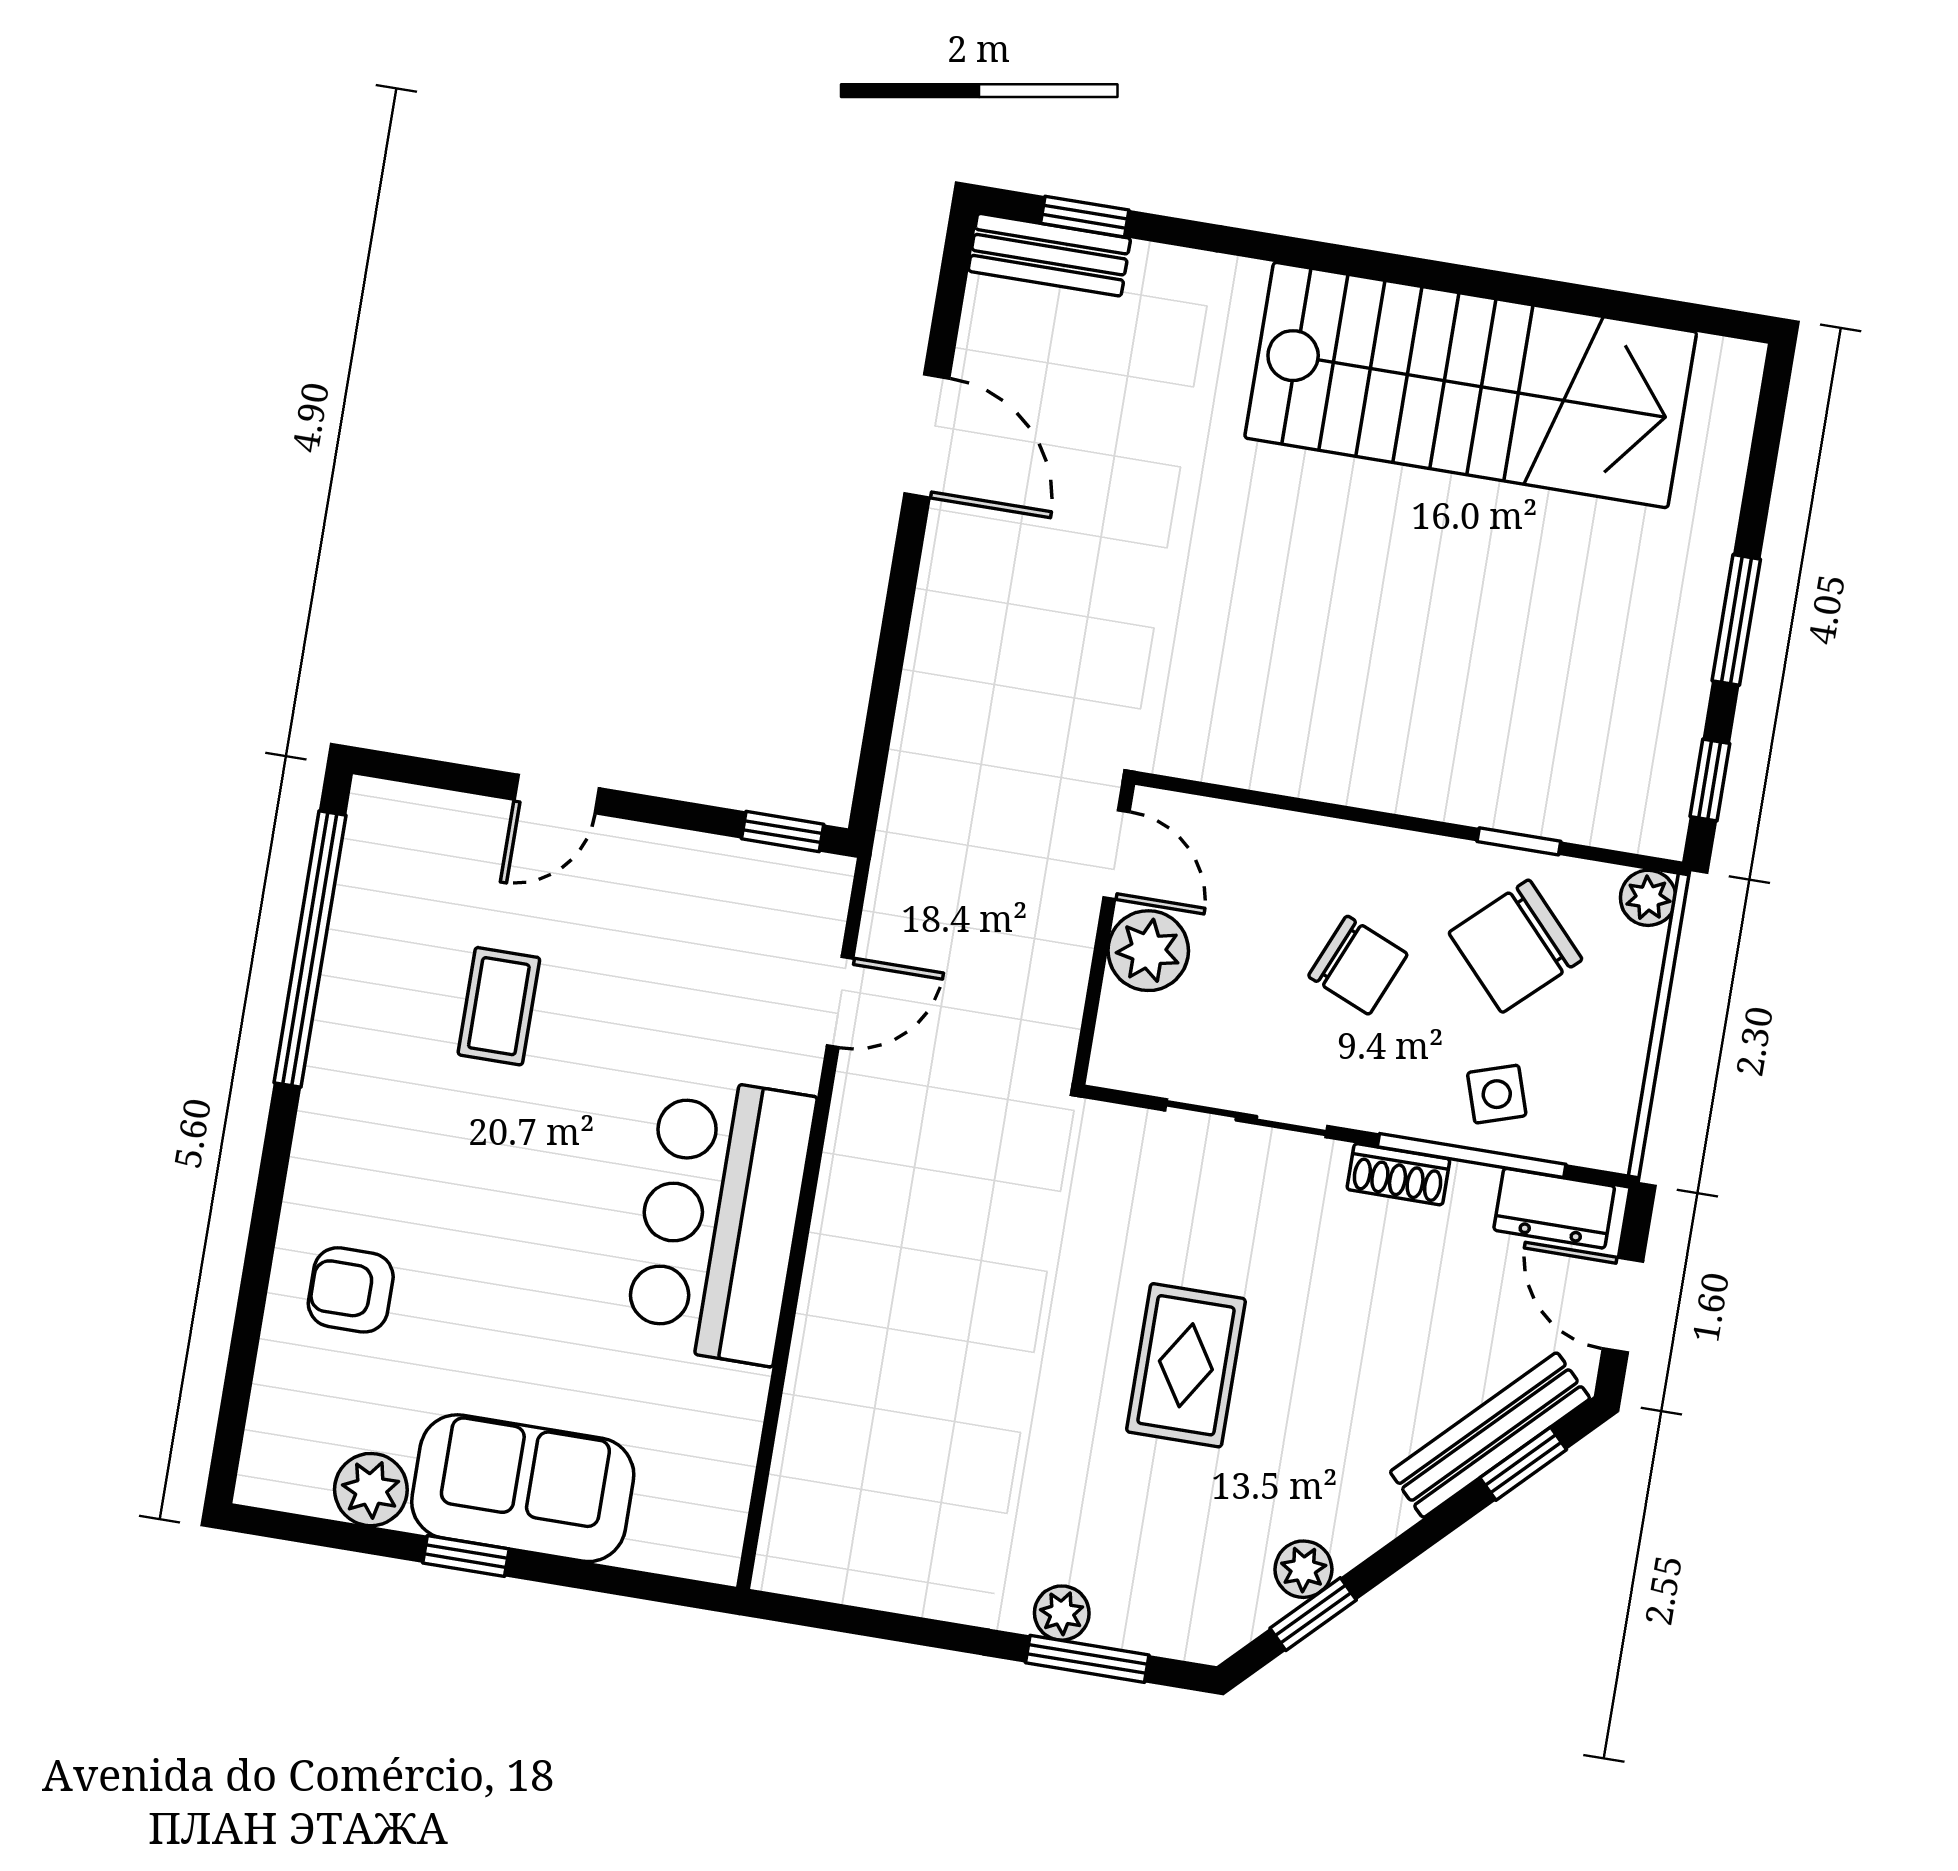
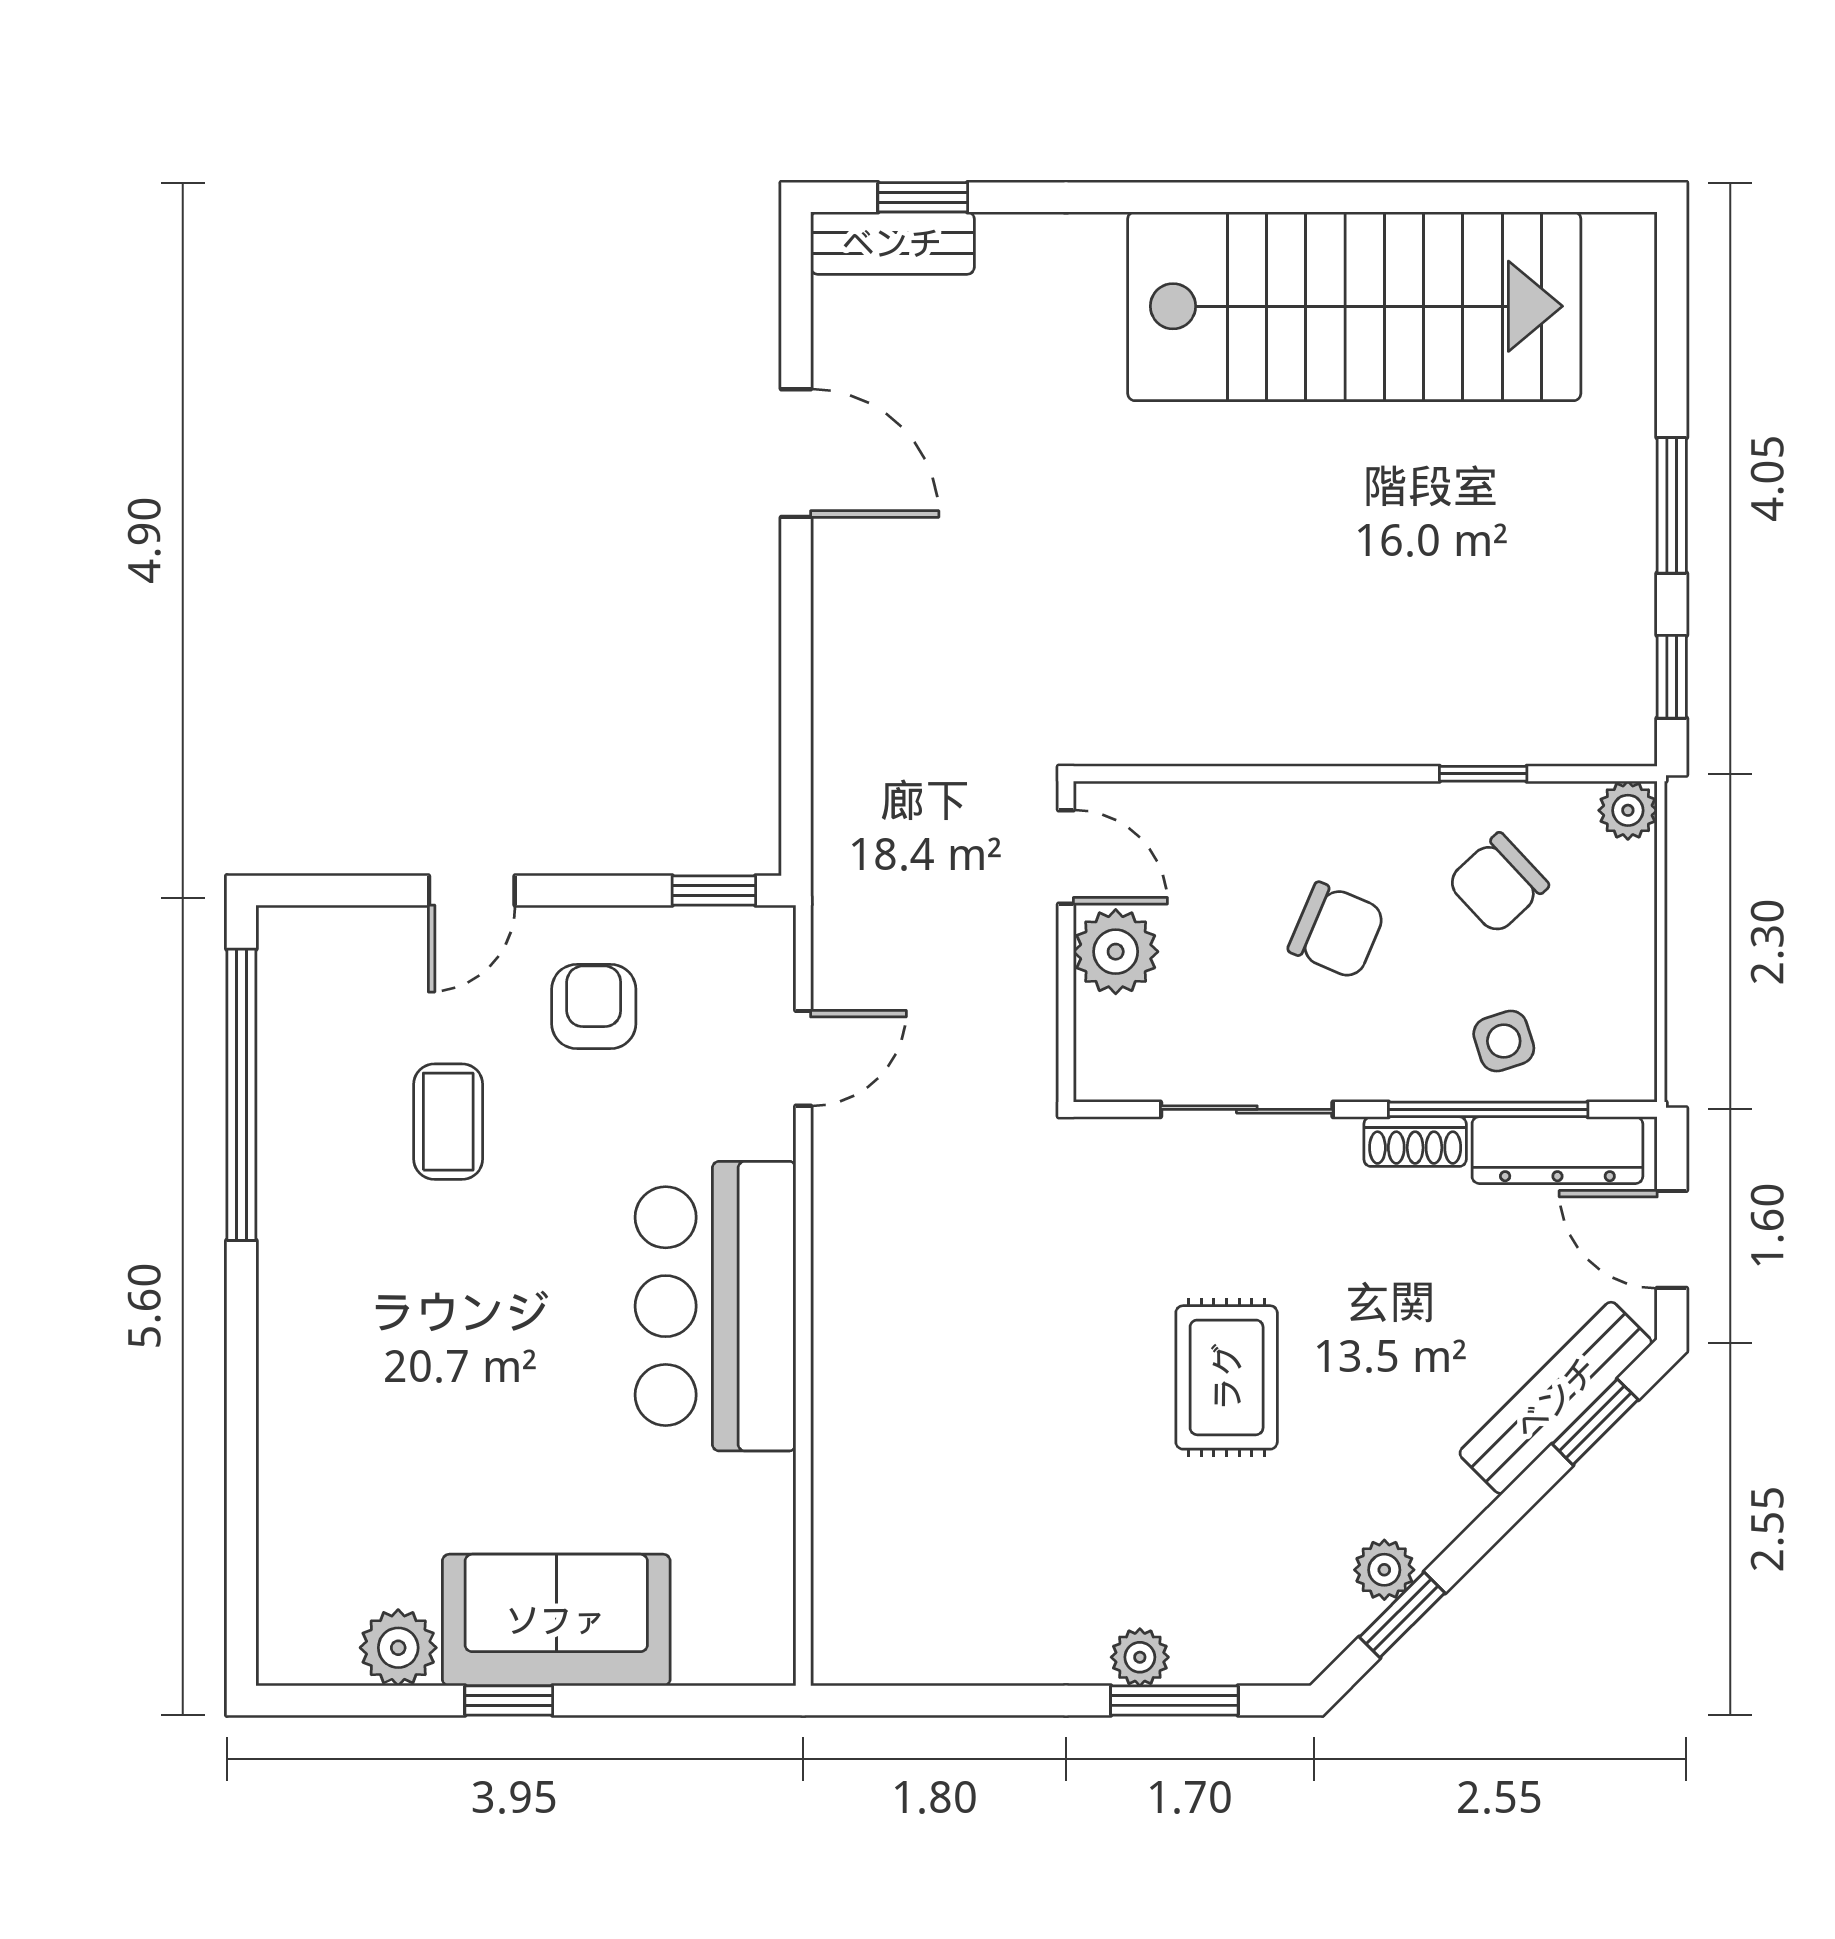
chair: (1515, 946) -> (1498, 884), width x0.73, depth x0.73
dresser: (1554, 1208) -> (1557, 1150), width x1.44
armchair: (351, 1290) -> (594, 1006), moved, turned 90

